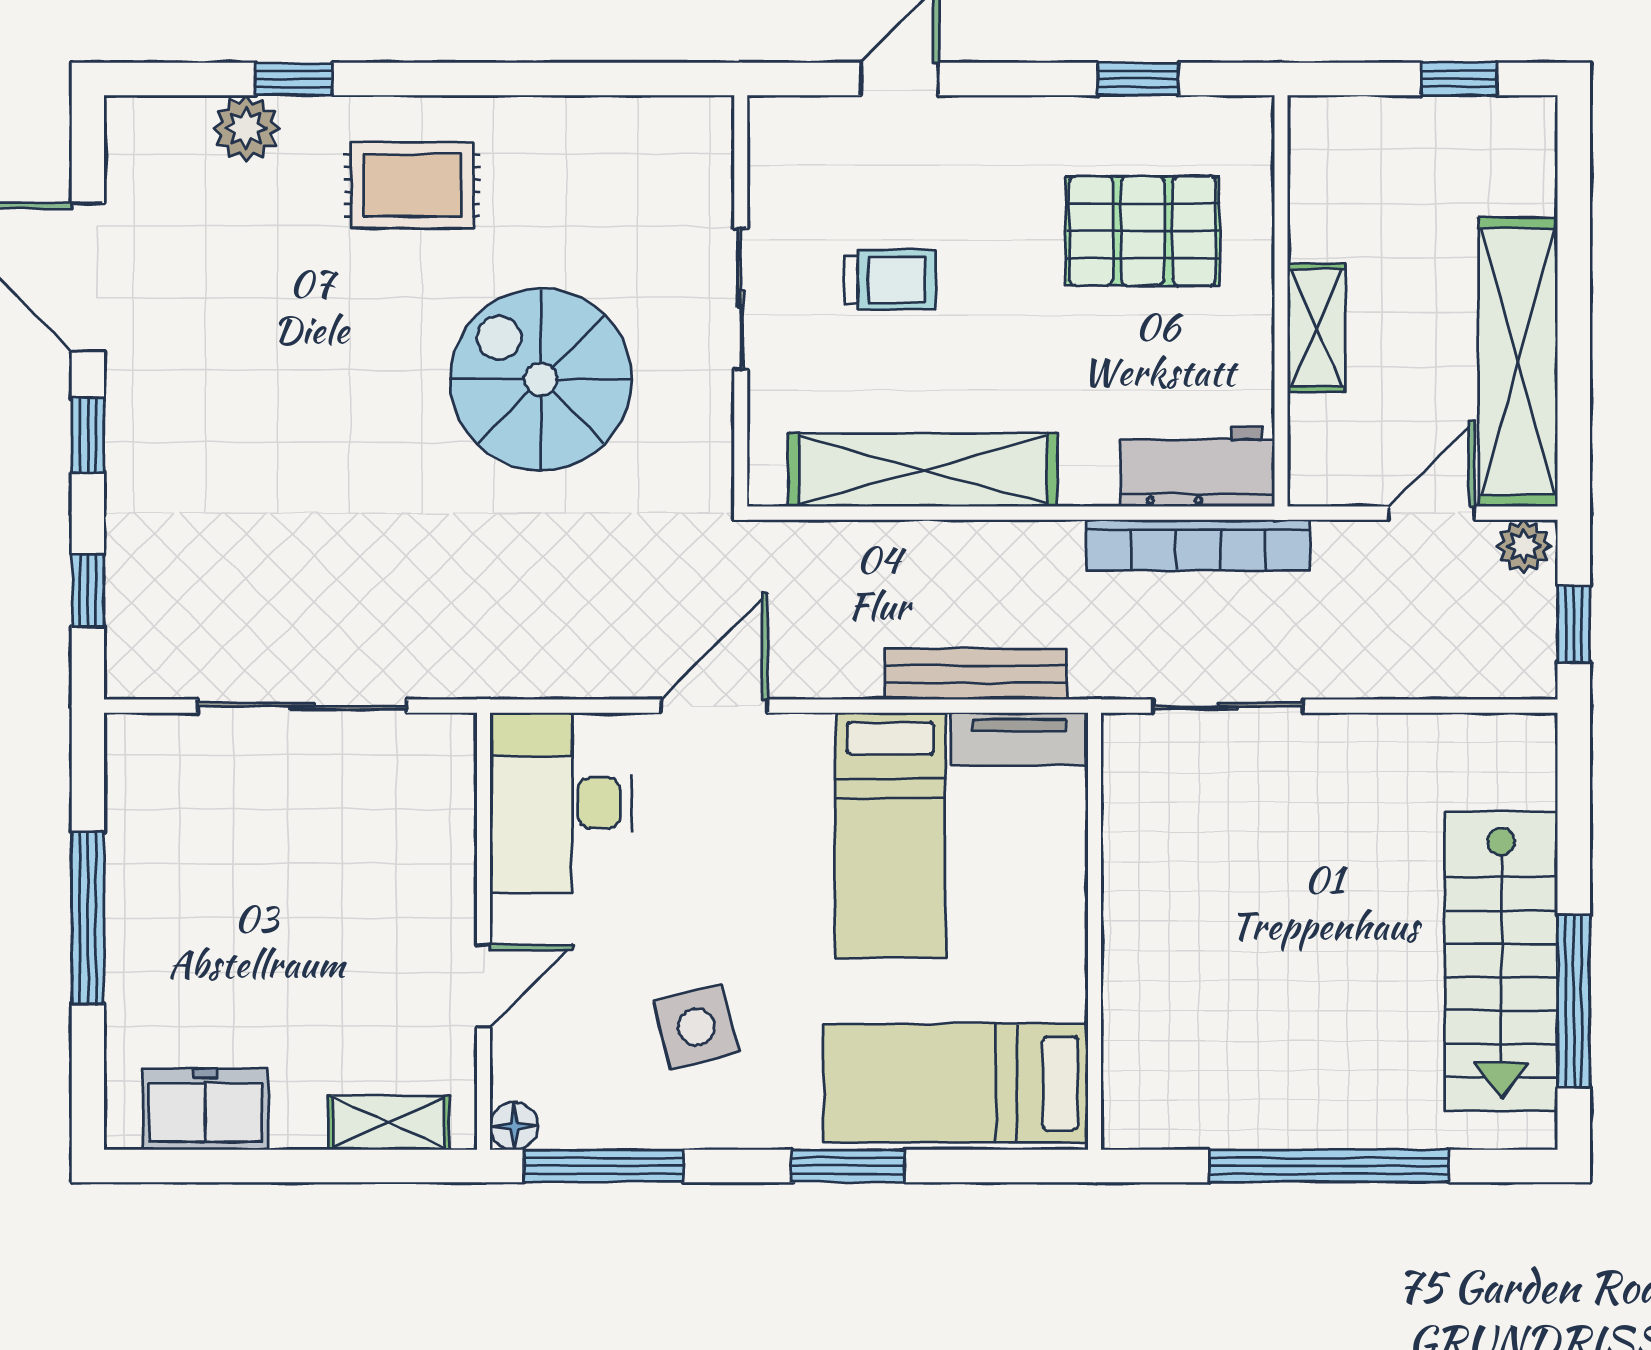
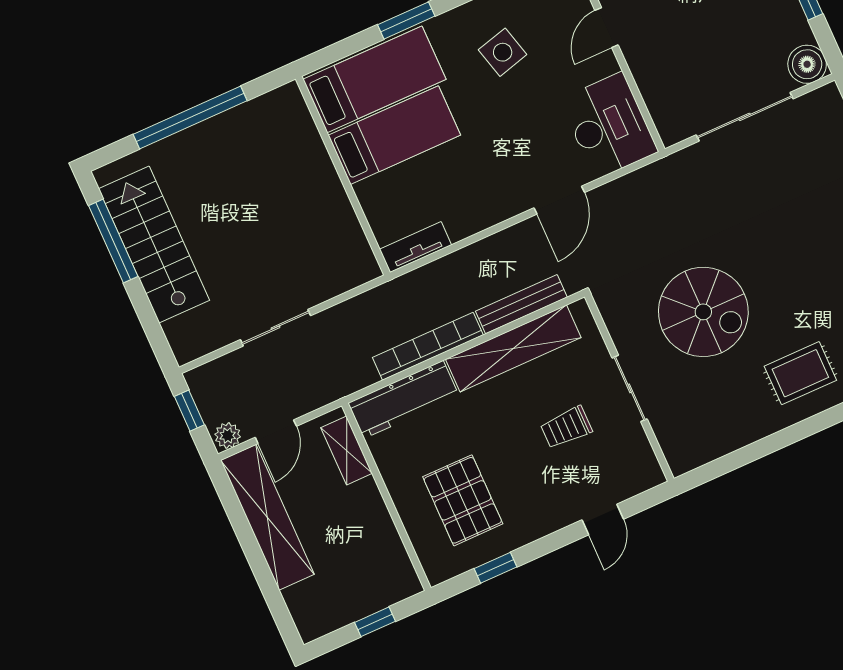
window: (1459, 79) -> (375, 622), moved
pallet: (1143, 231) -> (463, 500), turned 90
shelving: (1316, 328) -> (347, 450), moved
workbench: (1197, 467) -> (403, 399), width x1.37
bookcase: (1198, 545) -> (428, 346), moved
bench: (976, 674) -> (521, 304), moved
sliding door: (1228, 706) -> (276, 328), moved
boiler: (143, 751) -> (807, 64), added
bed: (890, 835) -> (394, 135), moved, turned 90

